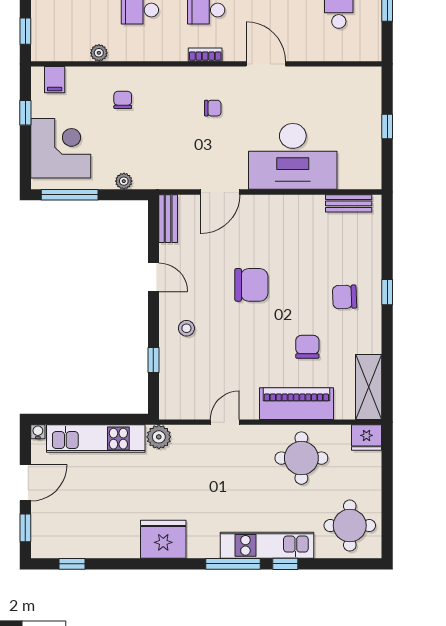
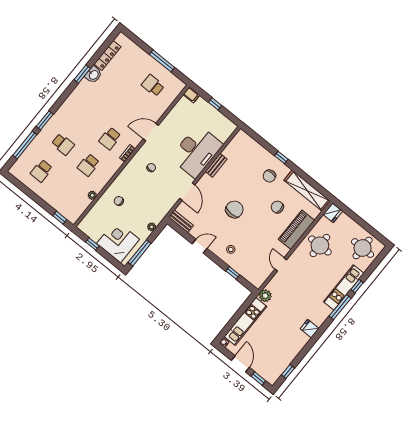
filing cabinet: (55, 80) -> (191, 95), moved
bench: (349, 203) -> (216, 165), moved
shelving: (369, 387) -> (307, 191), width x1.47
fridge: (163, 539) -> (310, 329), width x0.53, depth x0.75

